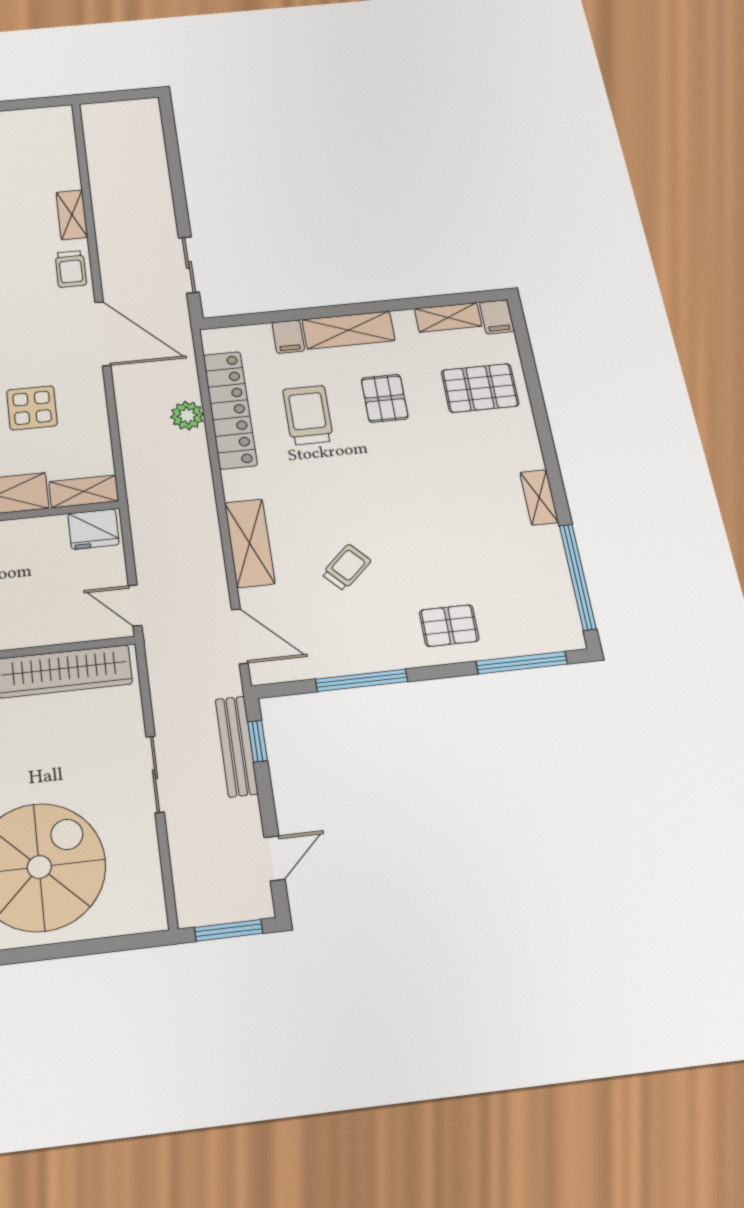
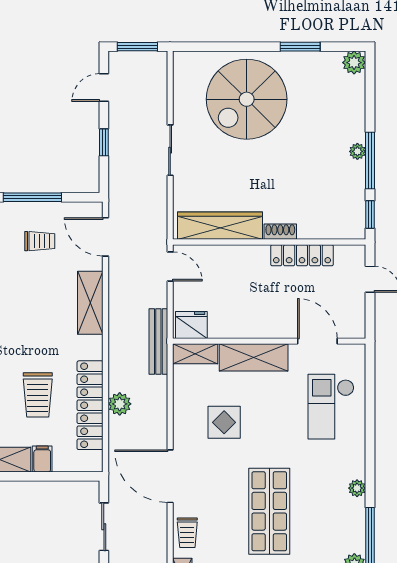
trolley: (71, 269) -> (187, 533), turned 180
trolley: (346, 567) -> (40, 241), moved, turned -137
window: (258, 741) -> (104, 142), moved
bench: (237, 746) -> (158, 342), moved

